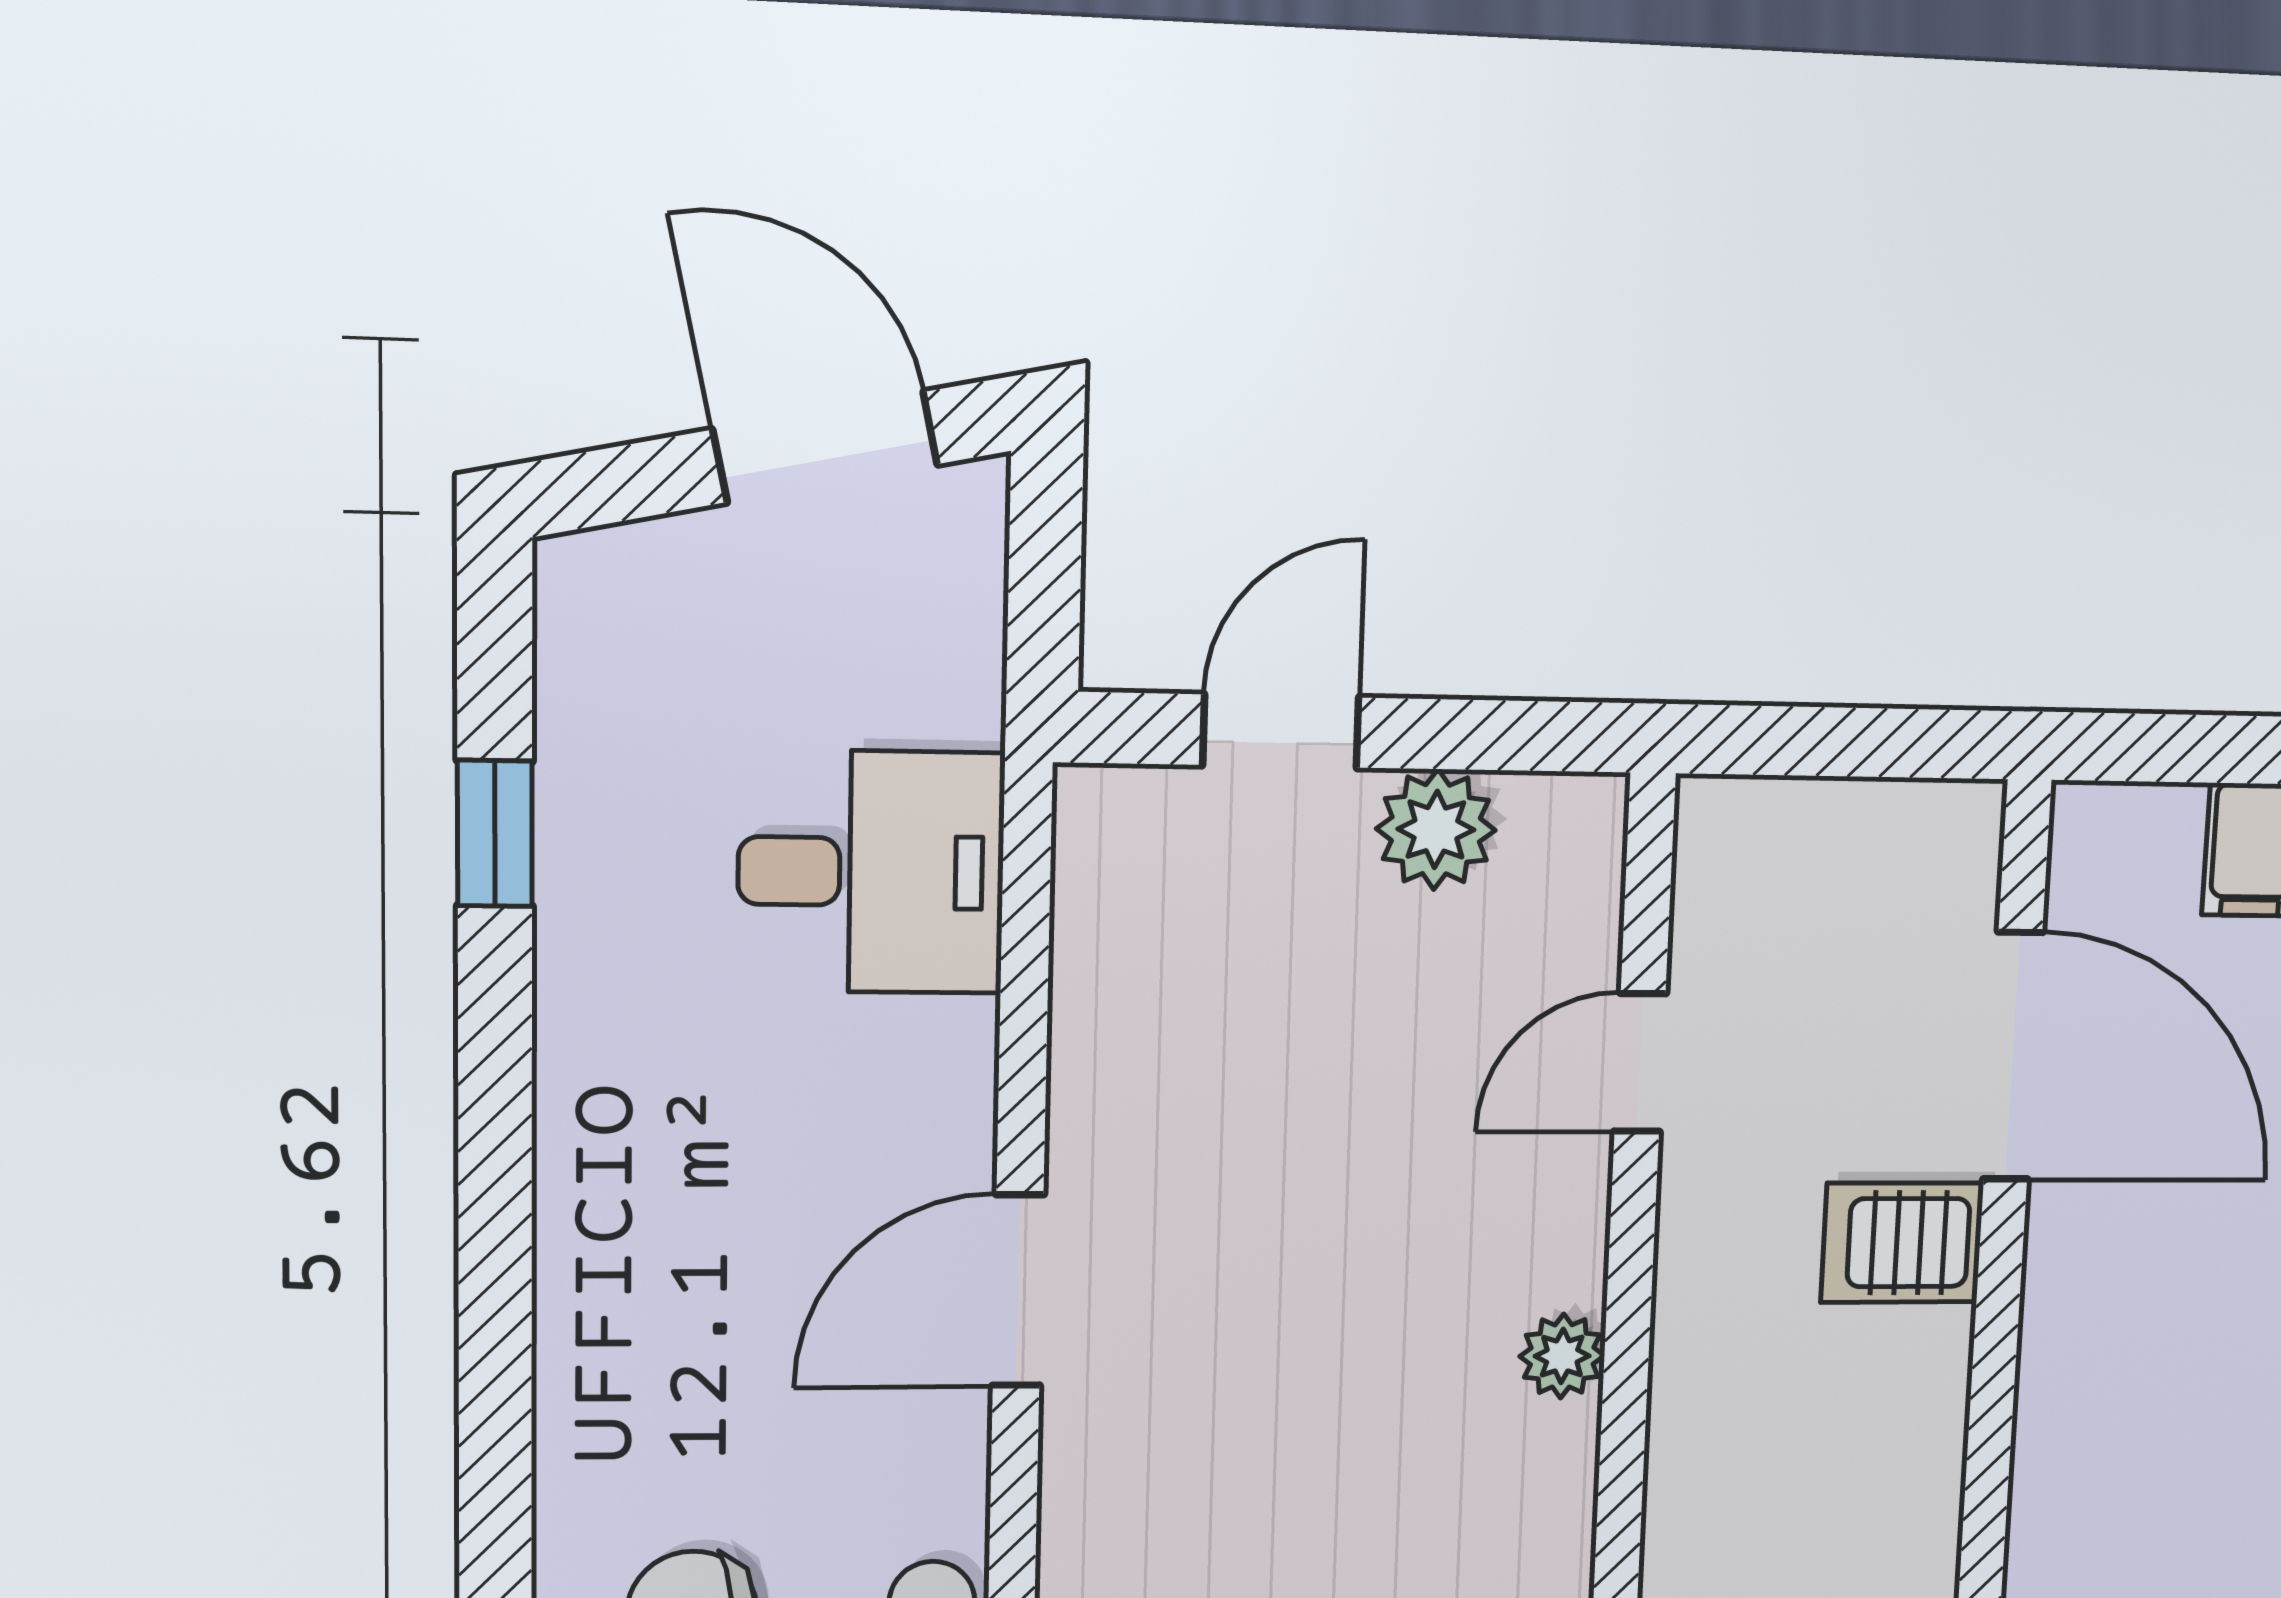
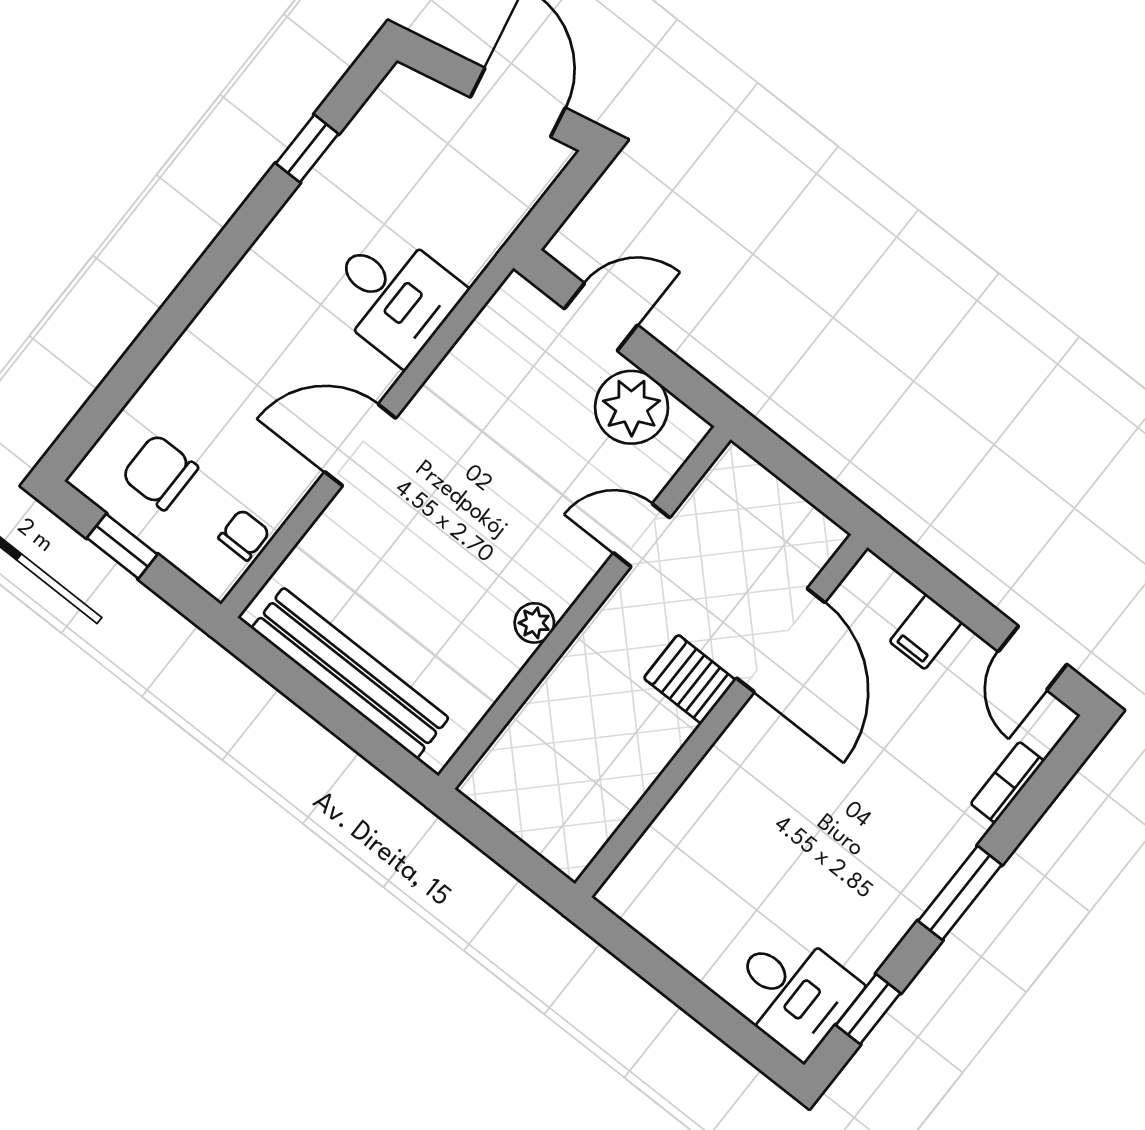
plant: (1436, 829) -> (632, 407), width x1.36, depth x1.36
desk: (871, 872) -> (393, 295), moved

